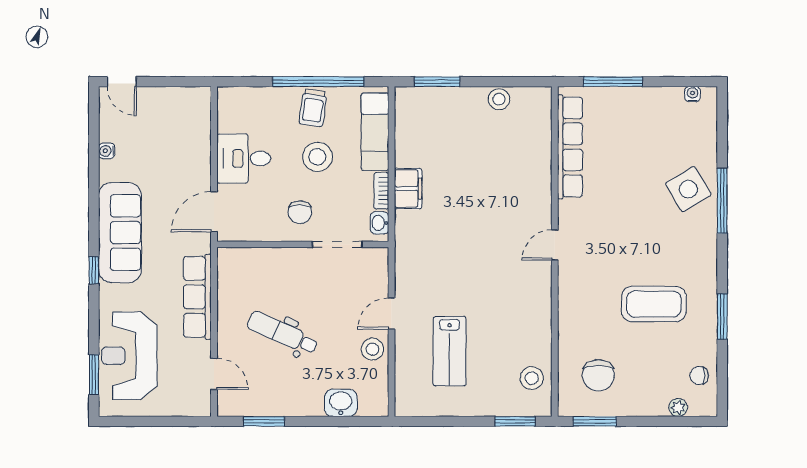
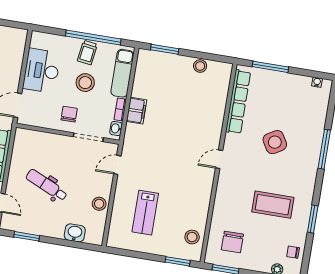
desk: (244, 158) -> (42, 71), width x1.37
side table: (688, 189) -> (275, 142), moved
chair: (300, 212) -> (69, 114), turned 180
door: (392, 314) -> (117, 165), moved

